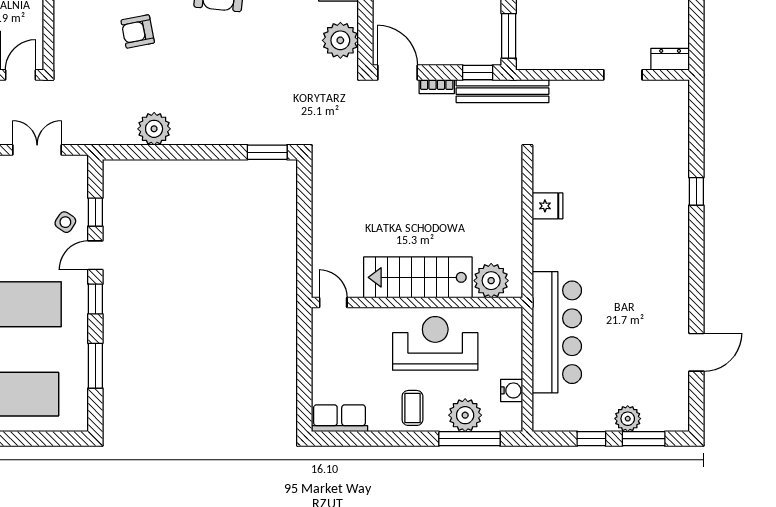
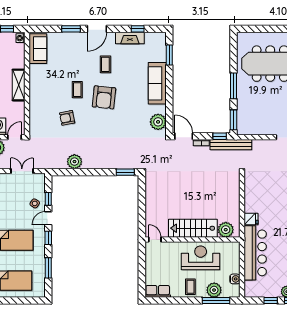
fridge: (547, 206) -> (251, 219), moved

